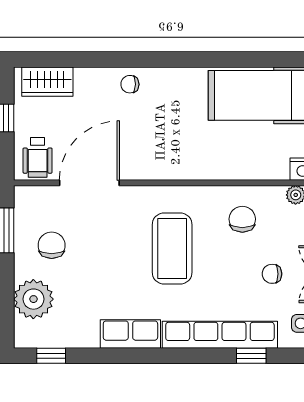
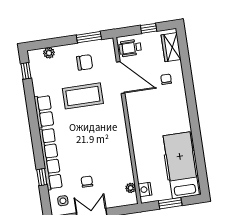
chair: (130, 84) -> (166, 79), moved
chair: (242, 219) -> (114, 162), removed
coffee table: (172, 249) -> (83, 96), moved
plant: (33, 299) -> (49, 53), width x0.53, depth x0.53

